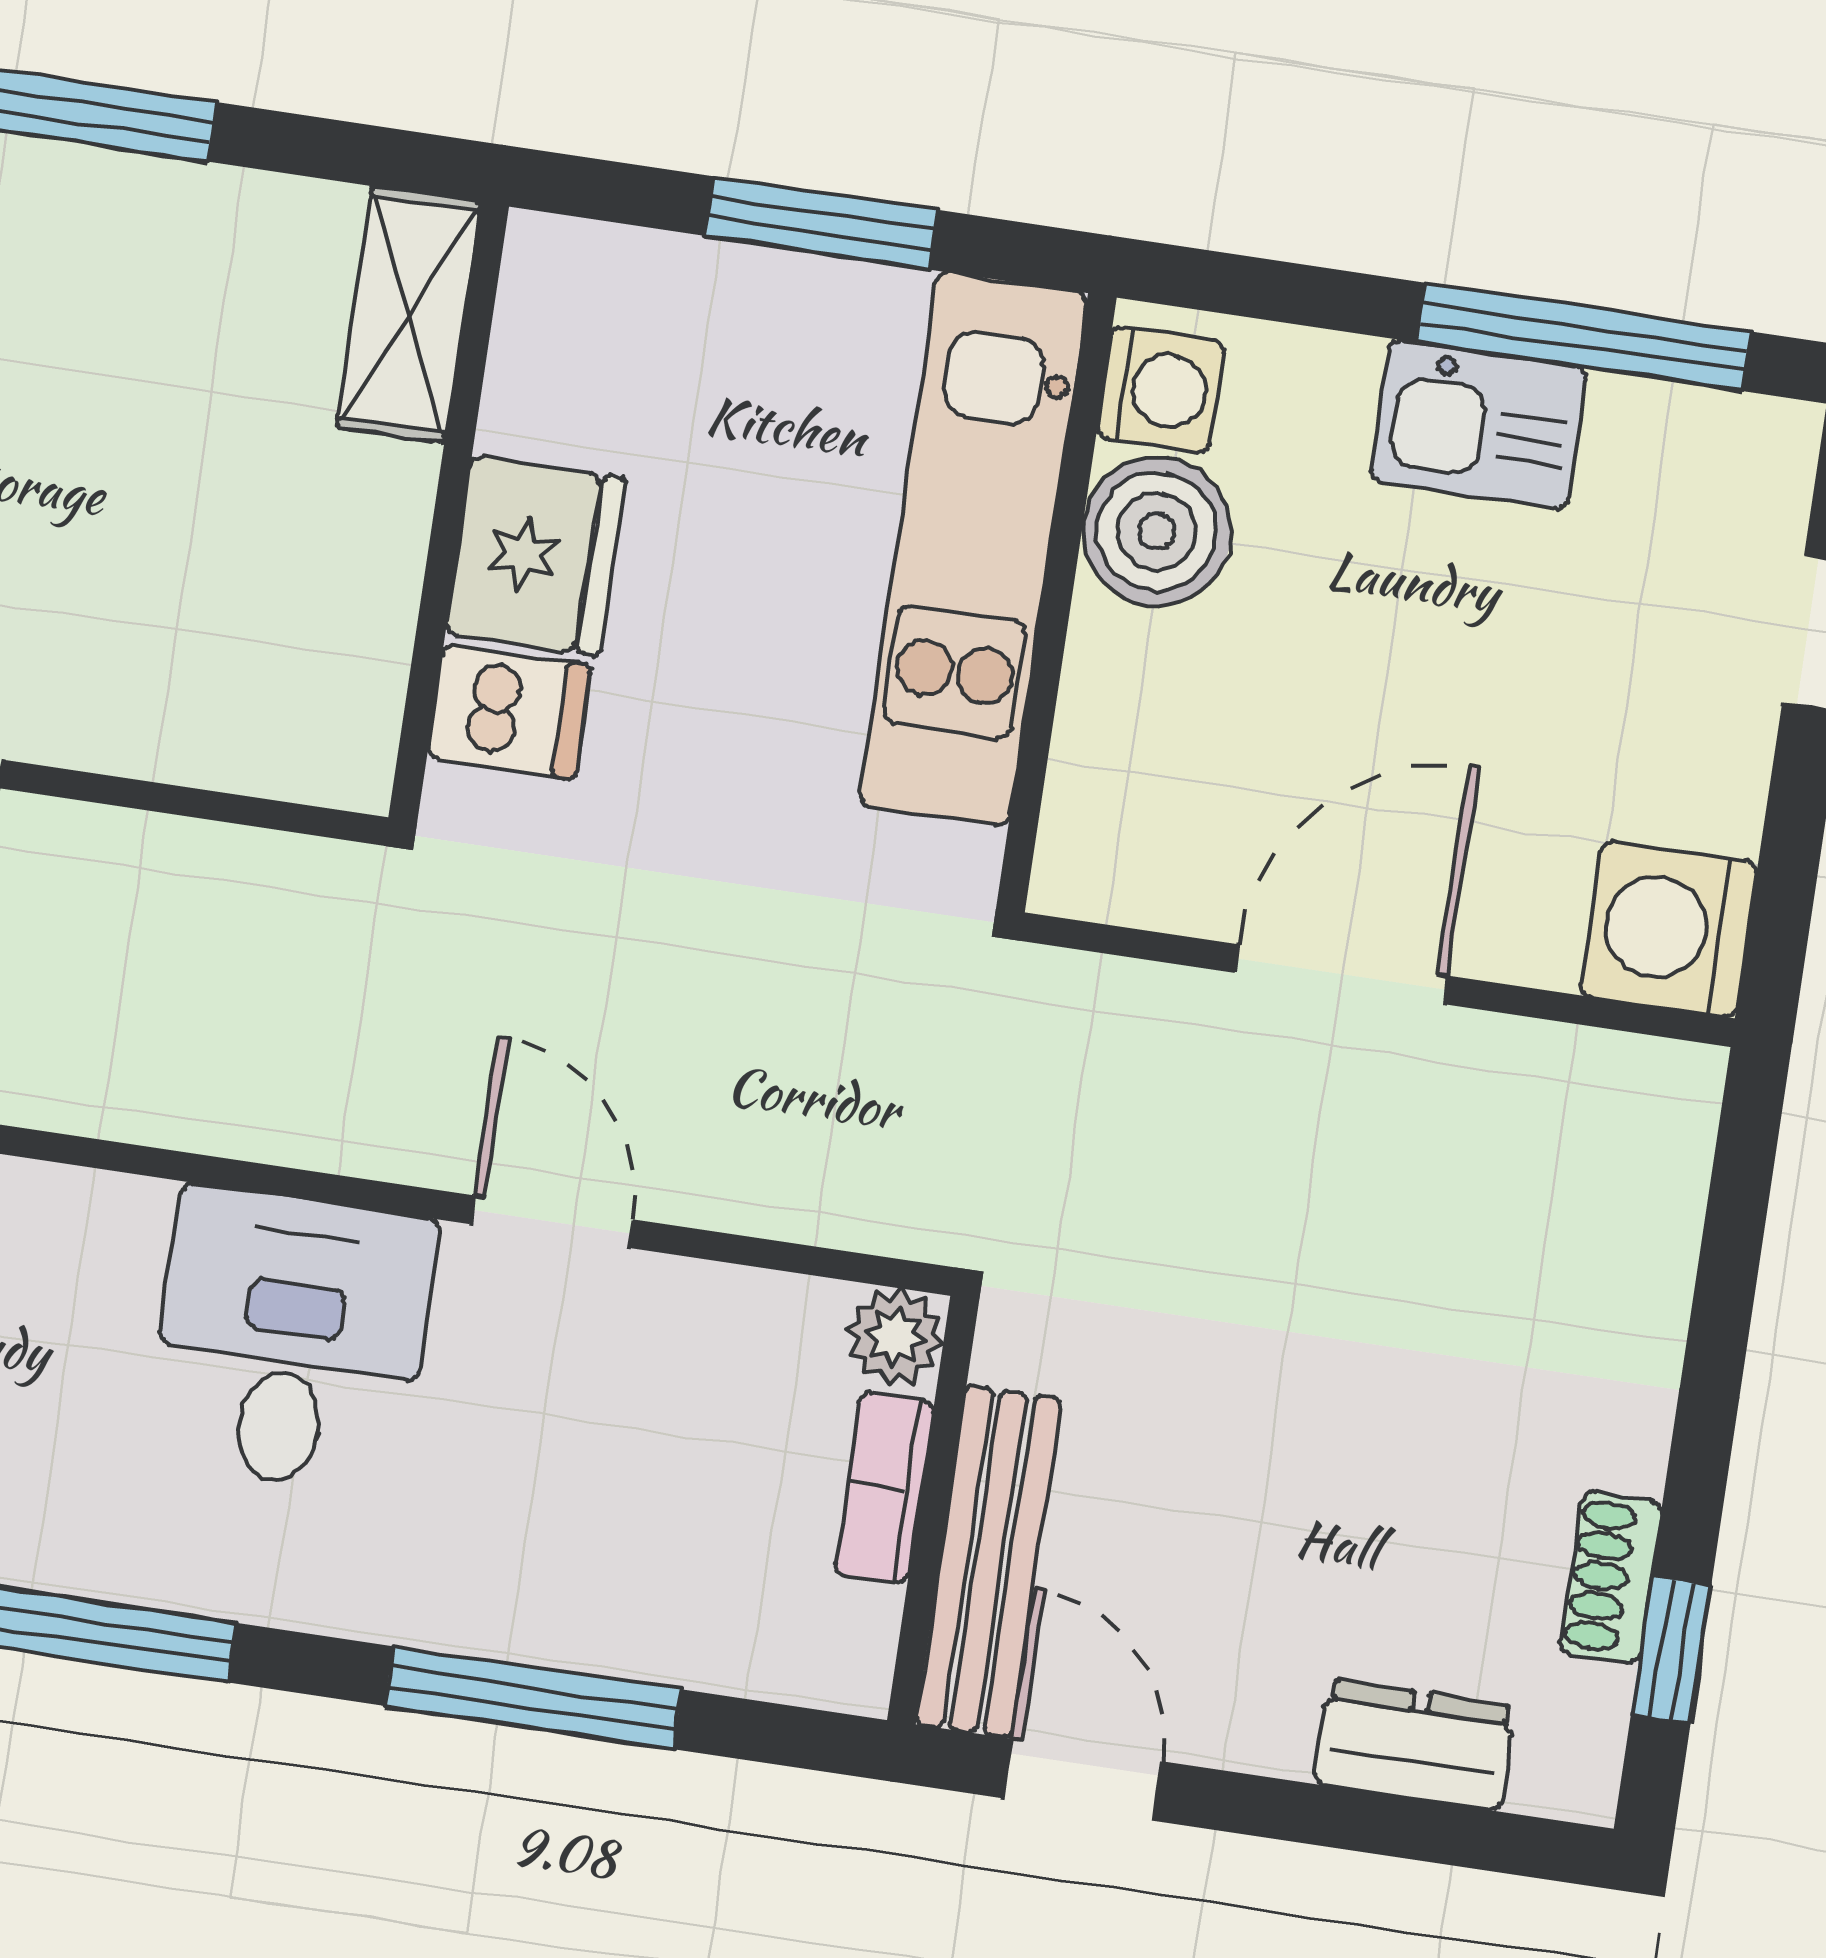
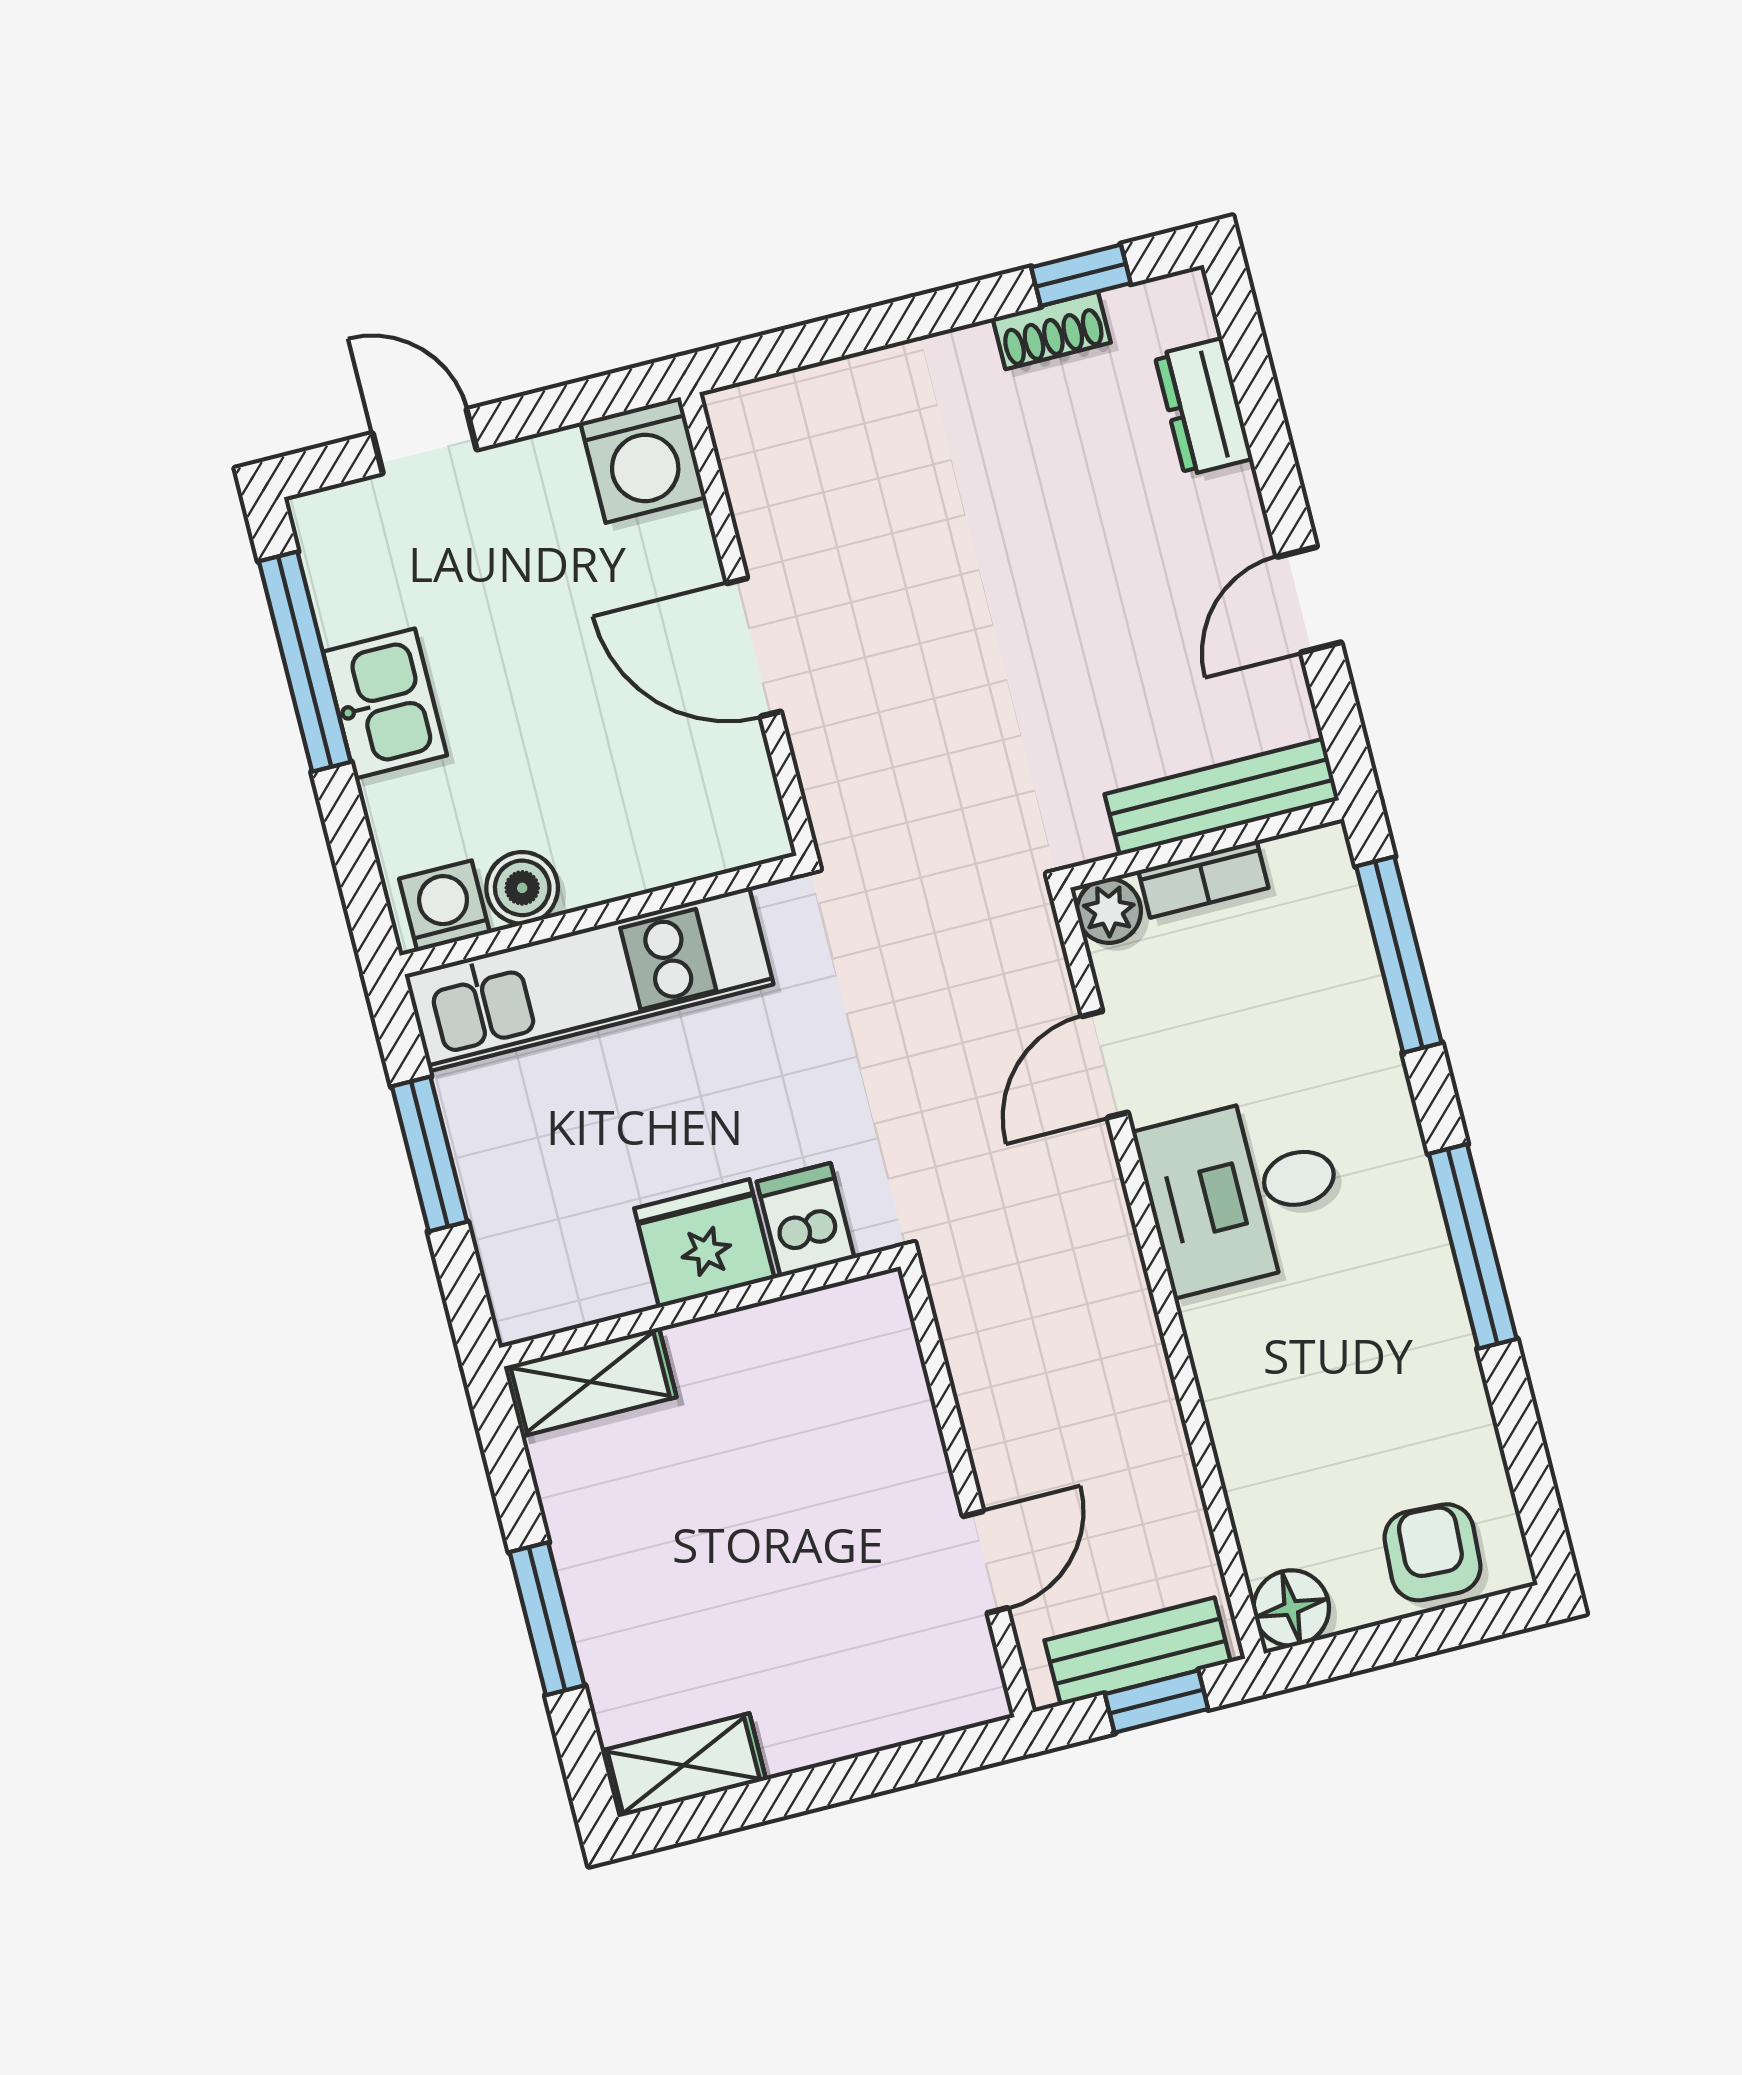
boiler: (1157, 531) -> (522, 888), width x0.73, depth x0.73
plant: (895, 1337) -> (1109, 911), moved
bookcase: (884, 1488) -> (1203, 879), moved
wall: (933, 1510) -> (1205, 844), moved
bench: (989, 1562) -> (1222, 797), moved

